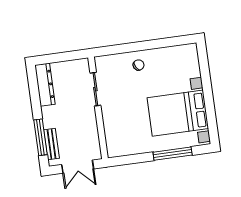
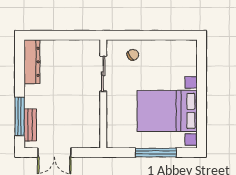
sliding door: (95, 89) -> (103, 74), moved
wall: (98, 108) -> (103, 94), moved

